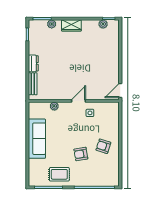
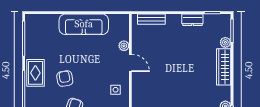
wardrobe: (71, 25) -> (224, 67), width x1.50
dresser: (33, 63) -> (192, 20), moved
door: (78, 101) -> (130, 63), moved
rug: (59, 174) -> (35, 73), moved

